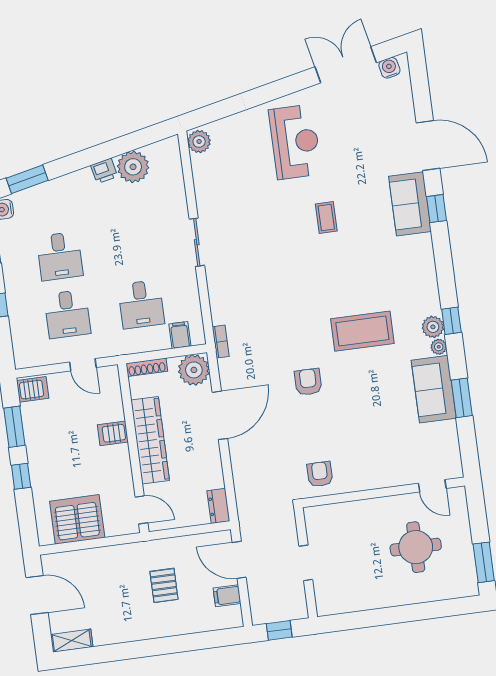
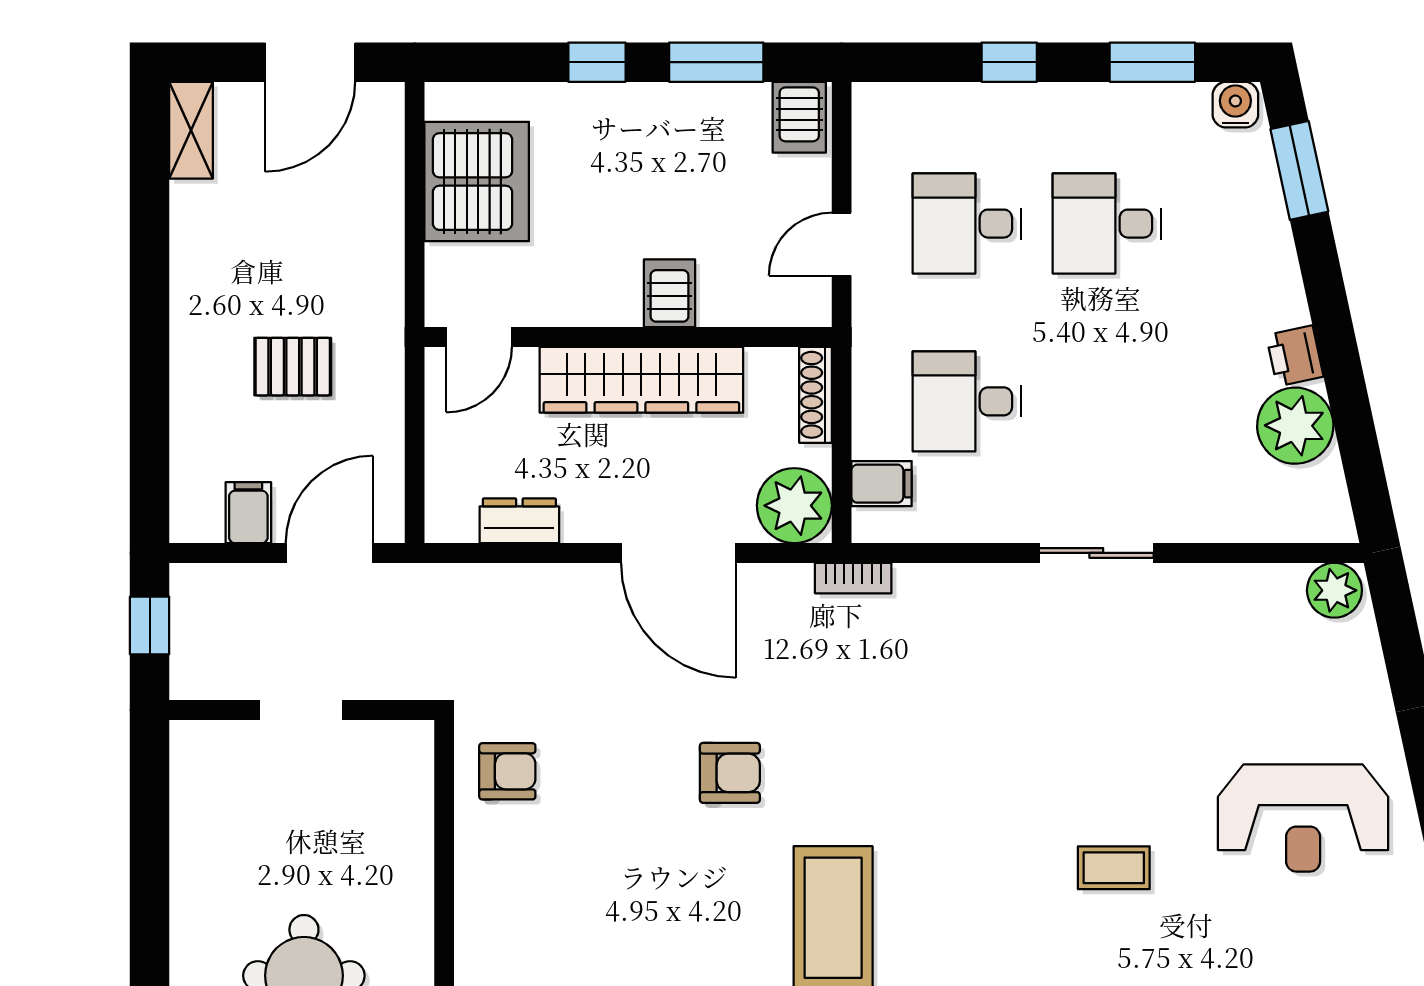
dresser: (218, 506) -> (519, 521), moved

